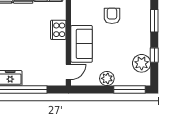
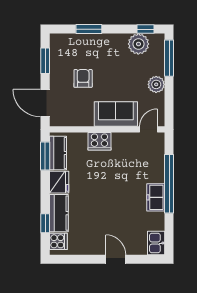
armchair: (112, 16) -> (83, 78), turned 90
window: (154, 55) -> (146, 29), moved
door: (68, 72) -> (149, 129), hinge flipped

